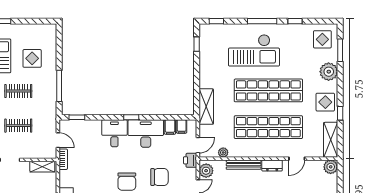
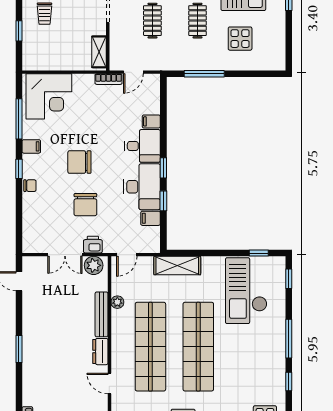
checkout: (254, 50) -> (246, 291), moved
window: (77, 117) -> (163, 201), moved
filing cabinet: (182, 126) -> (151, 121), moved
door: (198, 145) -> (127, 255), hinge flipped
plant: (223, 152) -> (117, 302), moved
printer: (190, 160) -> (93, 245), moved

